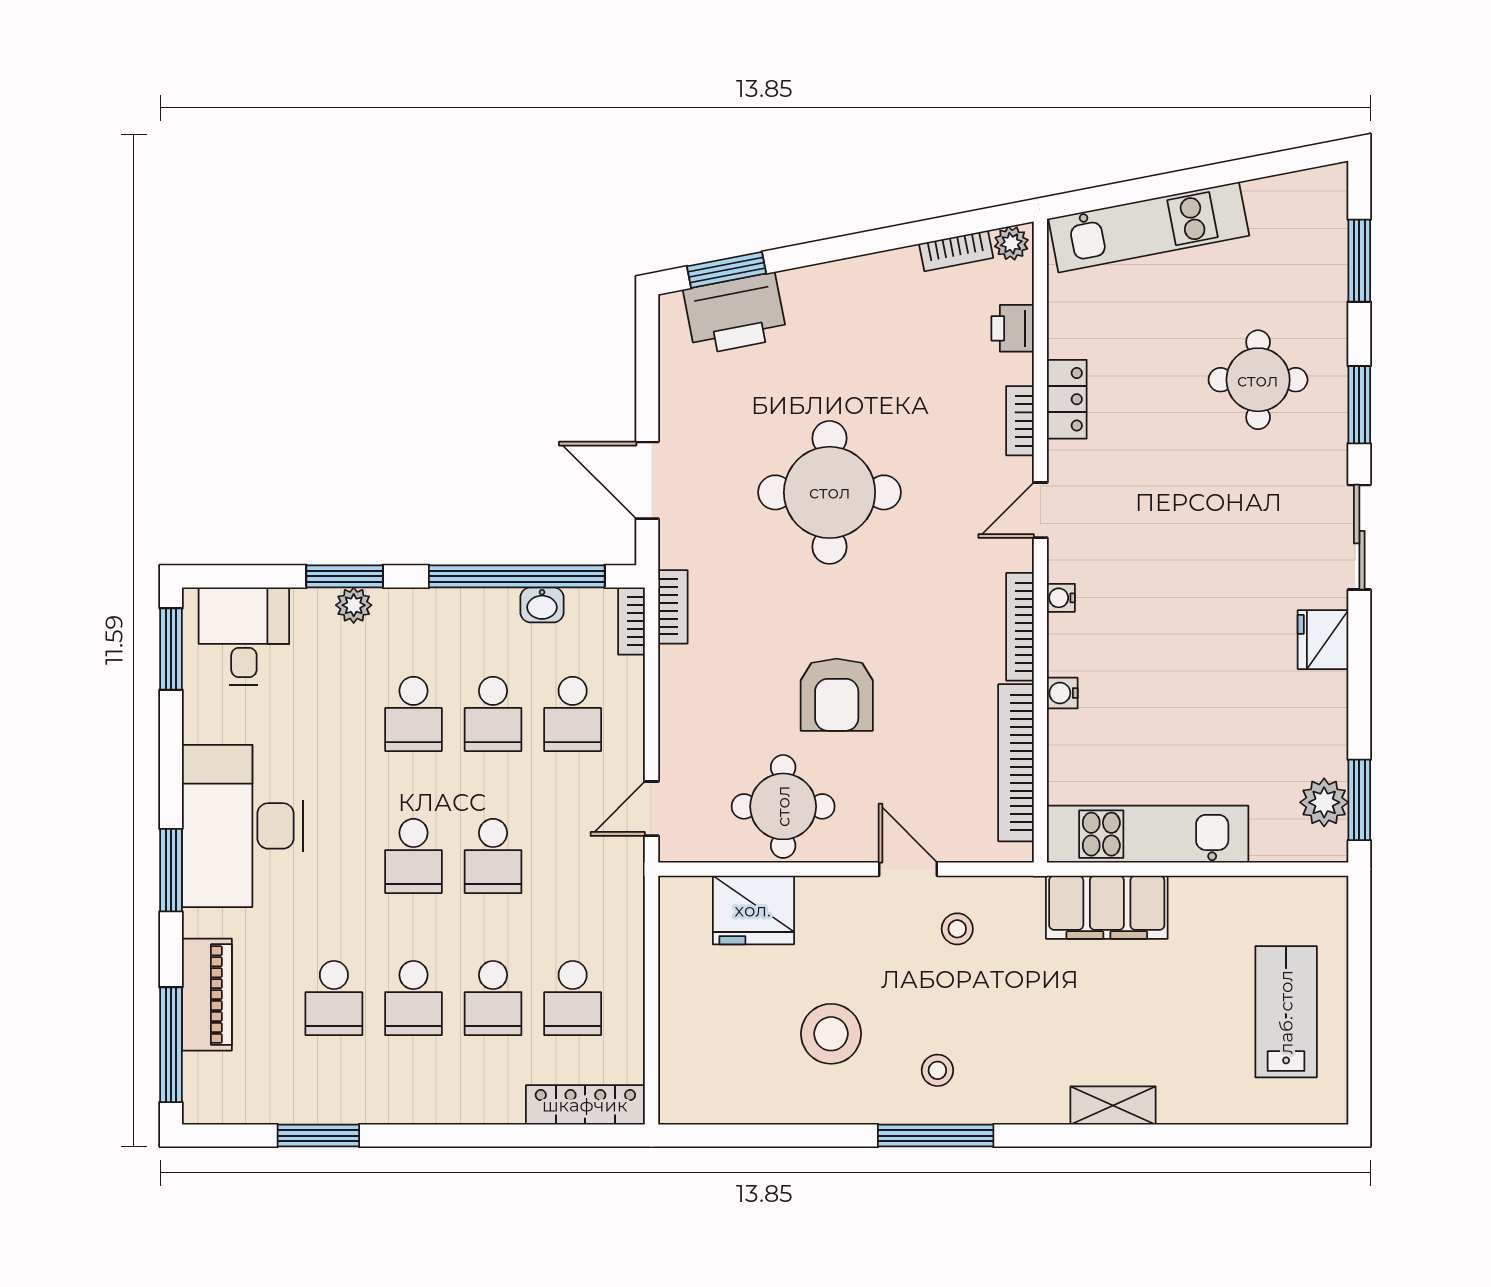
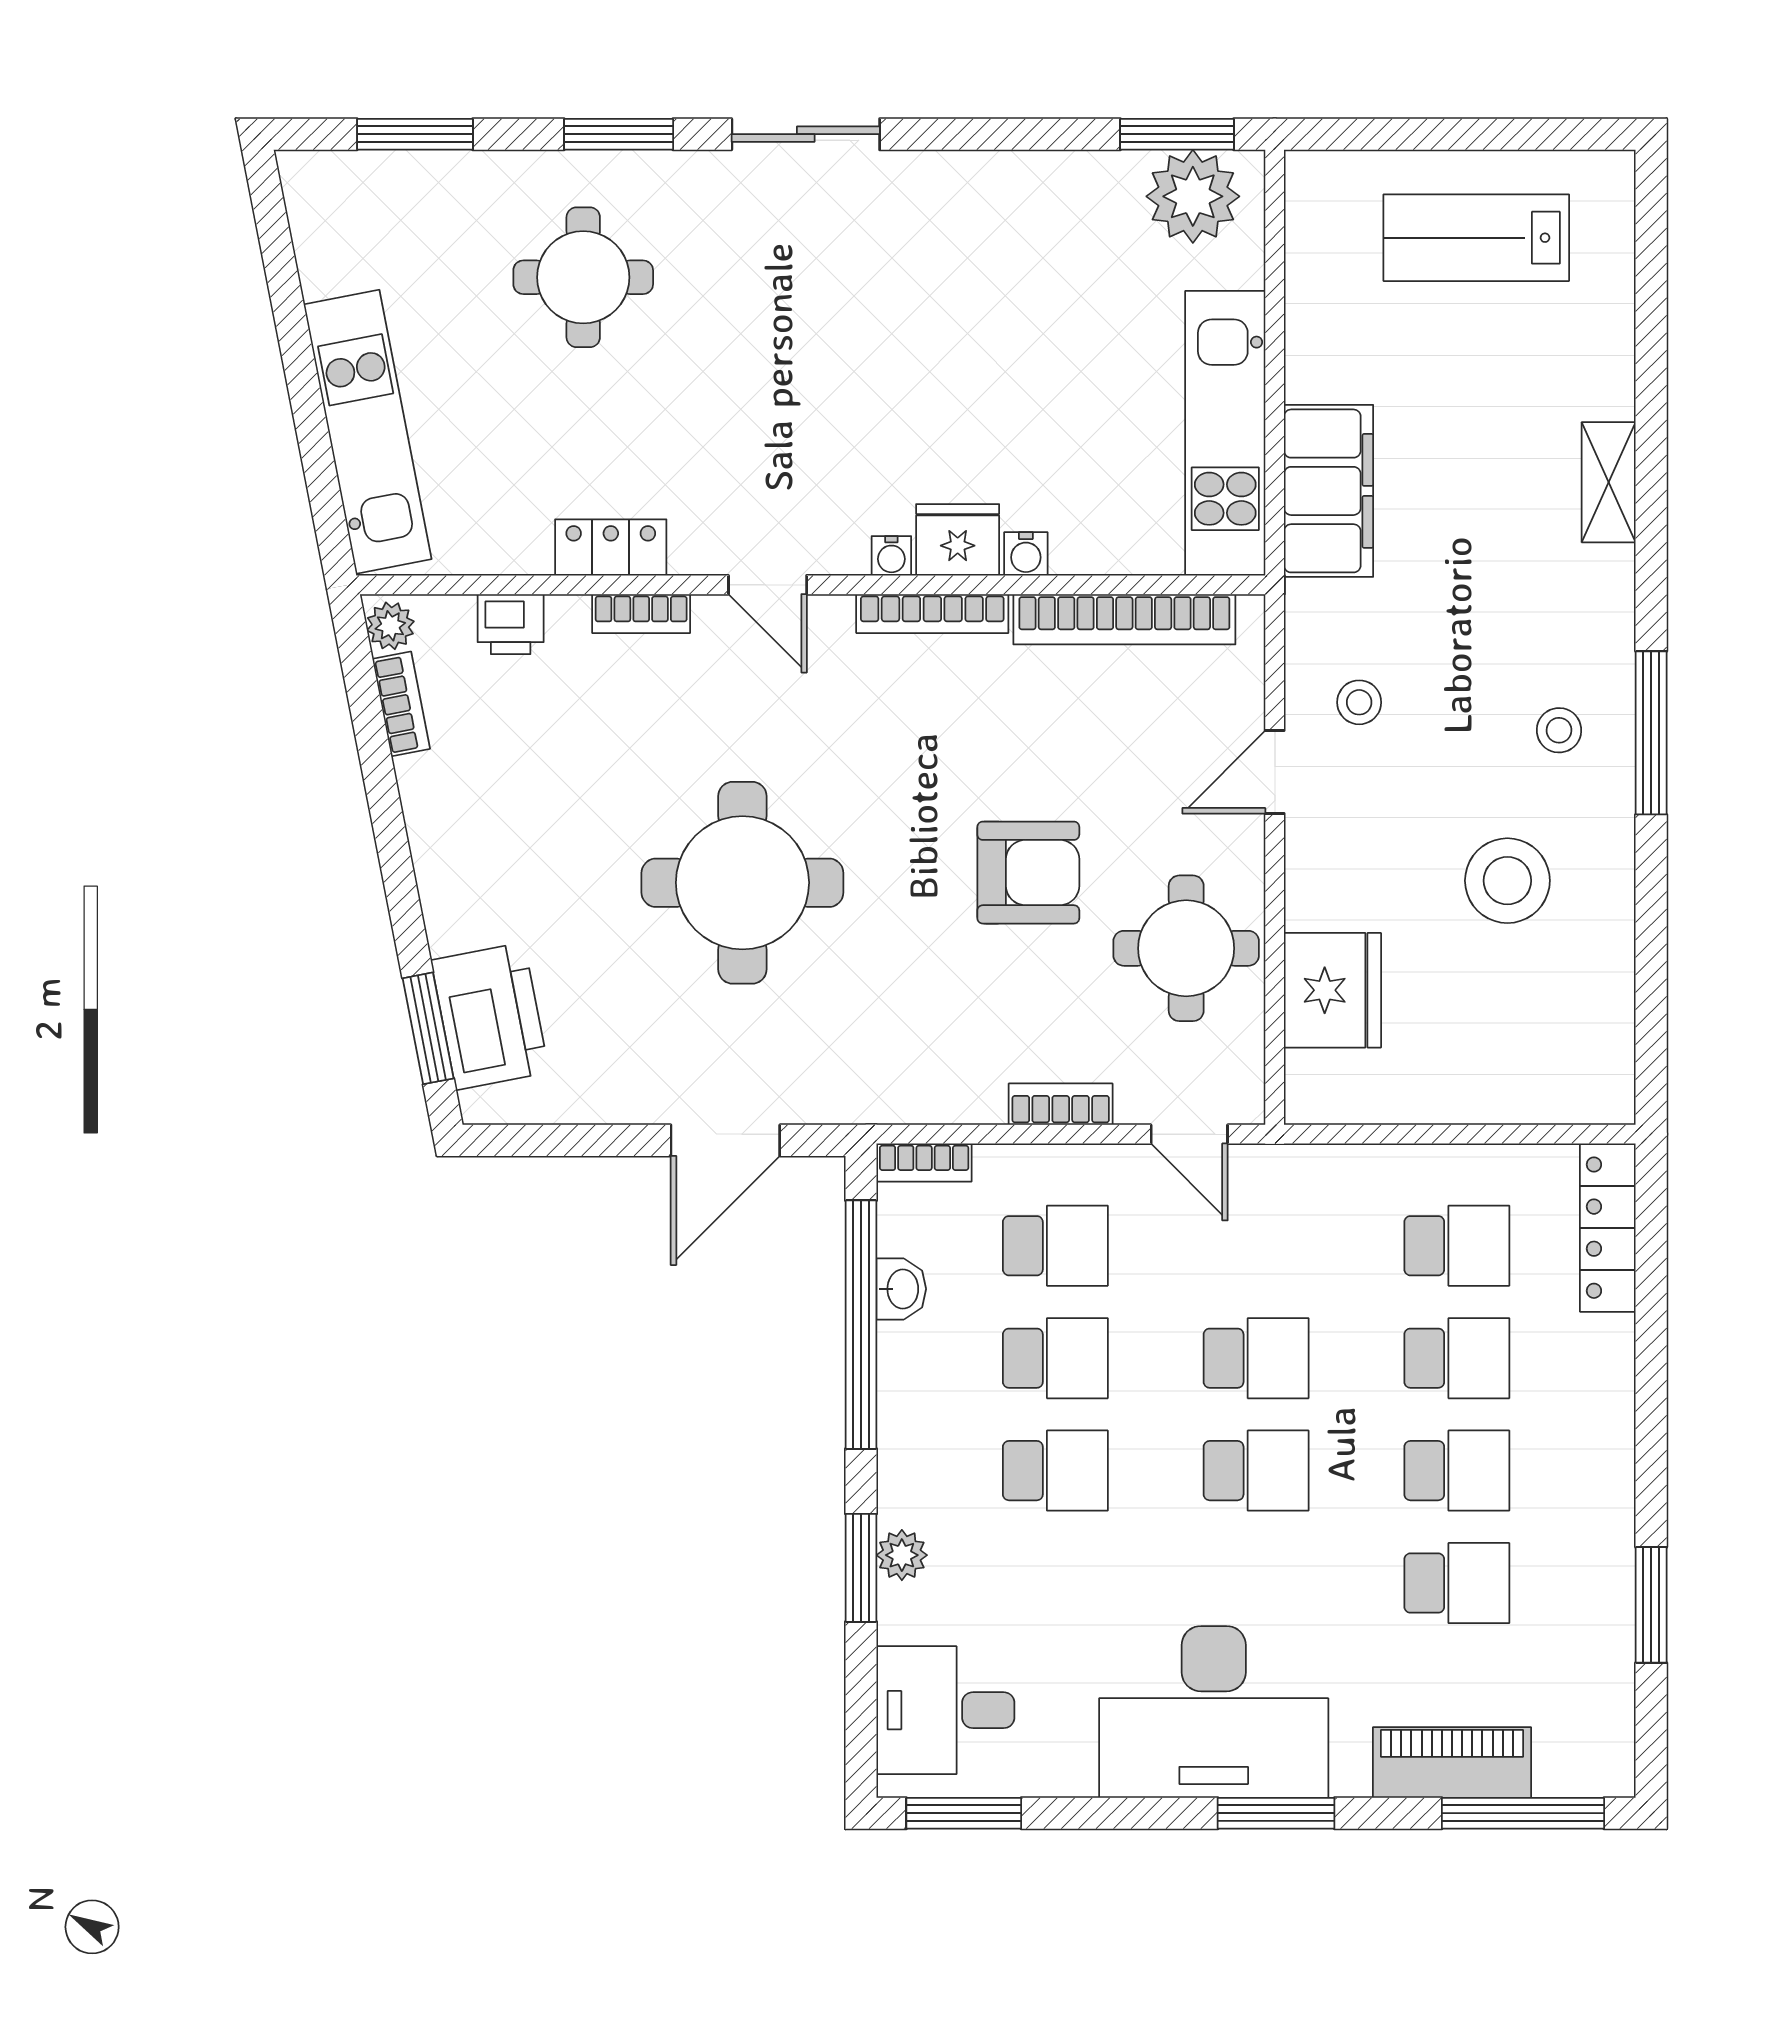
bookcase: (673, 607) -> (1061, 1104), moved
fridge: (1323, 640) -> (958, 540), moved, turned 180
plant: (1324, 802) -> (1193, 196), width x1.36, depth x1.36

